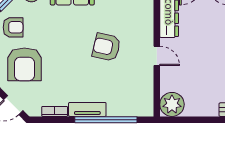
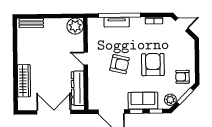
armchair: (24, 64) -> (153, 65), moved
tv unit: (87, 109) -> (117, 22), moved

